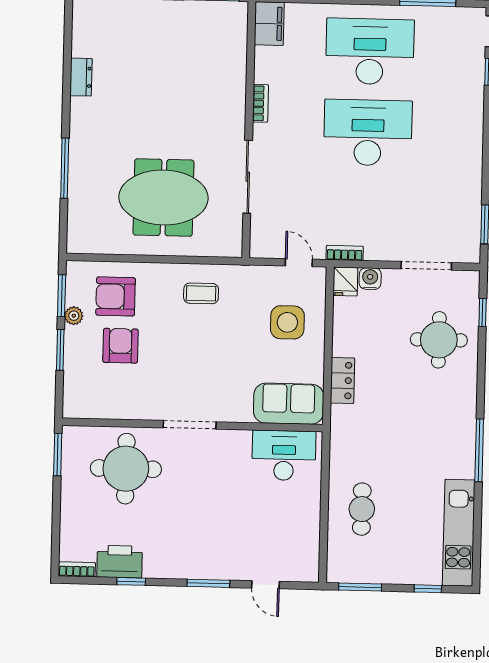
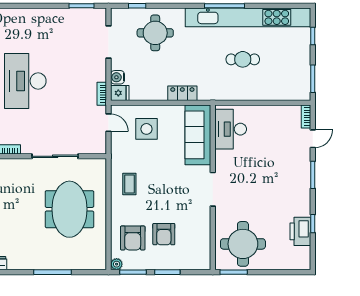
door: (299, 263) -> (109, 123), swing flipped
plant: (74, 316) -> (117, 264), moved
armchair: (120, 346) -> (164, 234), turned -90
sofa: (289, 404) -> (198, 135), width x1.36
round table: (126, 469) -> (243, 244), moved
cafe table: (362, 509) -> (243, 59), moved
kitchen unit: (459, 533) -> (248, 17), width x1.86
bookcase: (77, 569) -> (306, 116), moved

